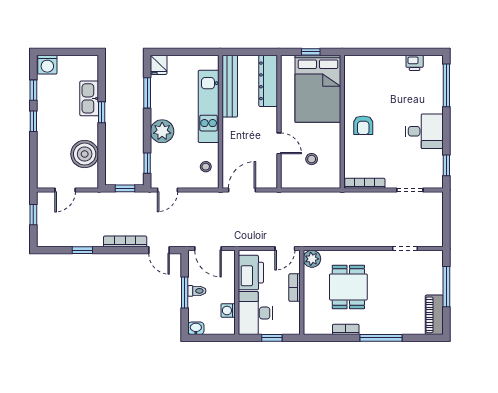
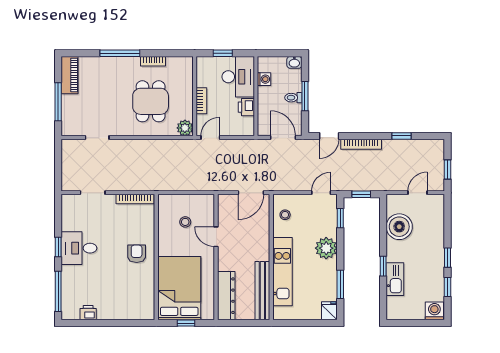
window: (446, 165) -> (58, 247), moved
door: (159, 250) -> (329, 136), swing flipped
printer: (251, 273) -> (246, 107), width x0.53, depth x0.68

